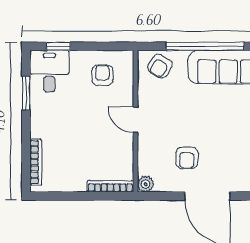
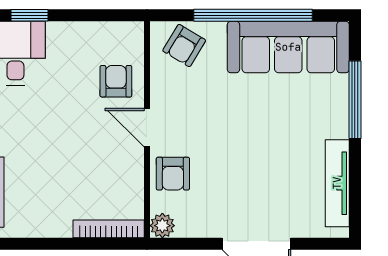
armchair: (102, 75) -> (116, 81), moved
armchair: (187, 158) -> (173, 174), moved

